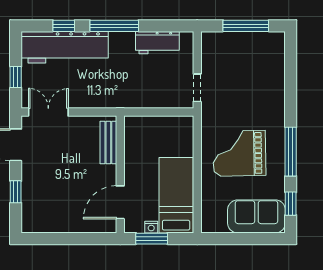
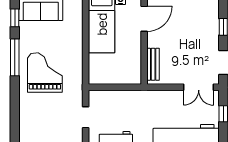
doorway: (197, 88) -> (86, 117), moved
grand piano: (239, 153) -> (45, 72), moved, turned -89

